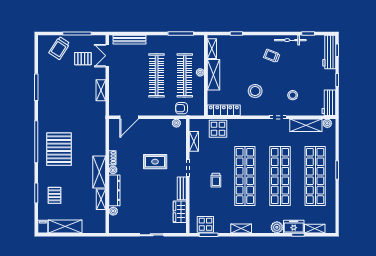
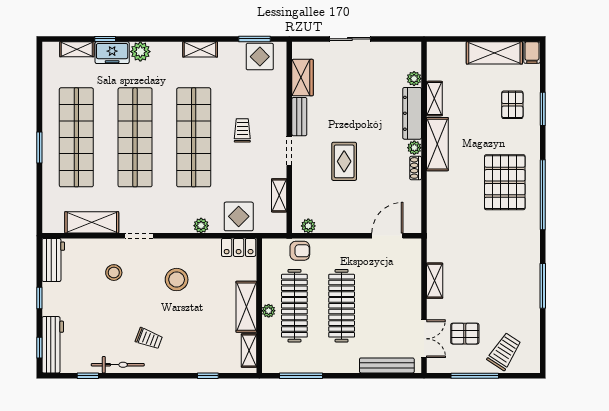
locker: (224, 110) -> (239, 247), width x0.66
plant: (327, 123) -> (201, 226), moved
rug: (155, 162) -> (344, 161), turned 90

